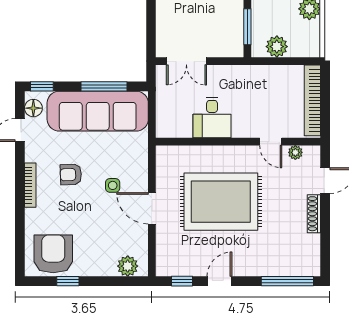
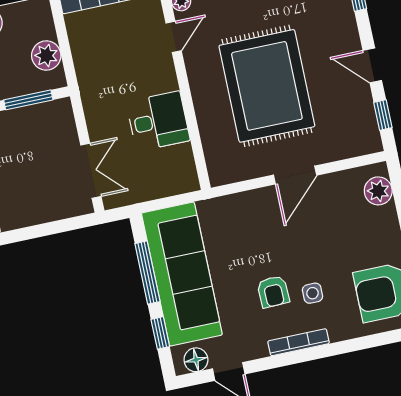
window: (42, 86) -> (160, 333), moved
side table: (113, 185) -> (313, 293), moved

